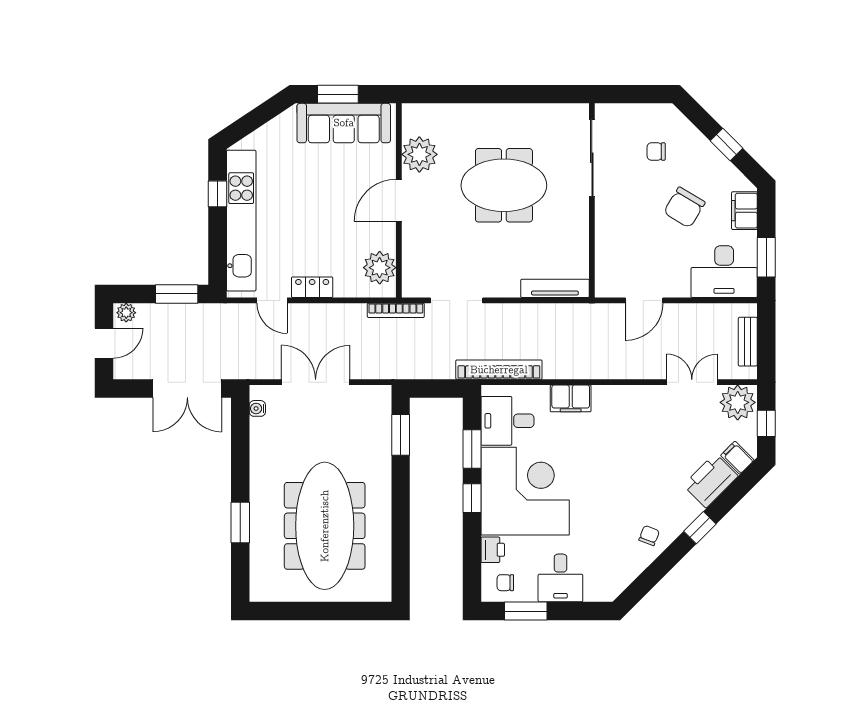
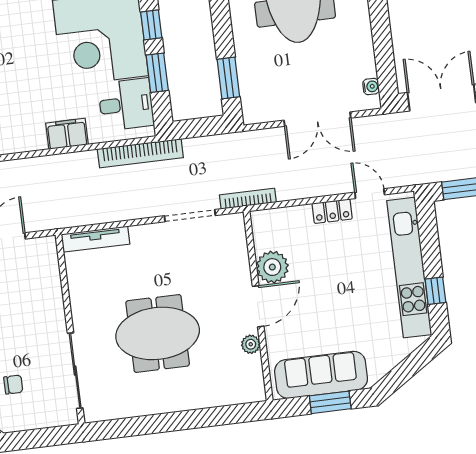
plant: (419, 154) -> (251, 344), width x0.53, depth x0.53
plant: (380, 268) -> (272, 267), moved

